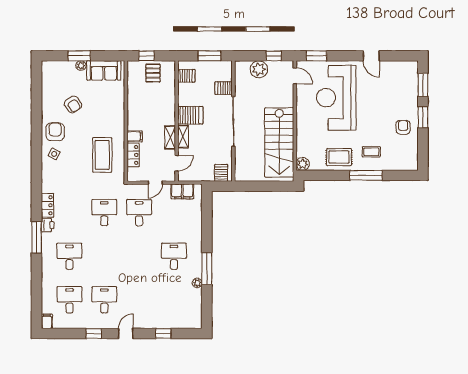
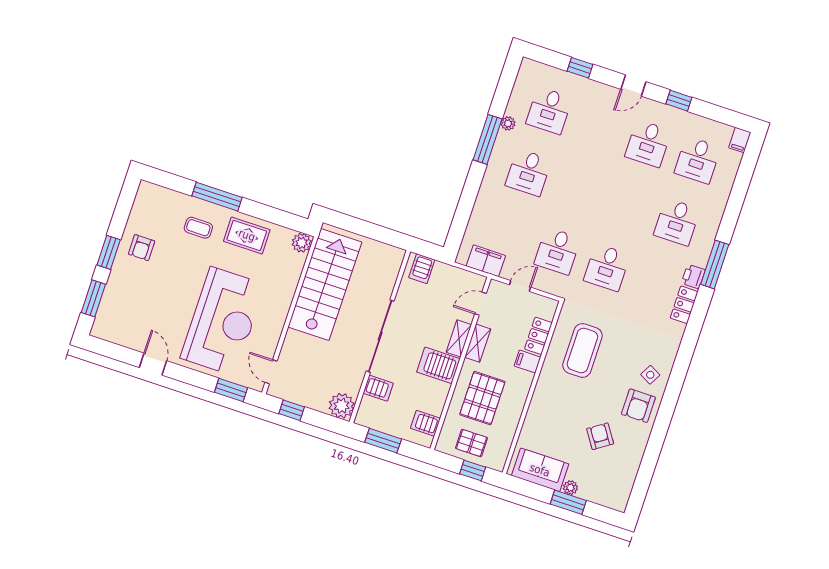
plant: (259, 69) -> (342, 406), moved
pallet: (153, 73) -> (472, 443), turned 90
pallet: (156, 104) -> (482, 398), added
desk: (174, 300) -> (549, 111), added

